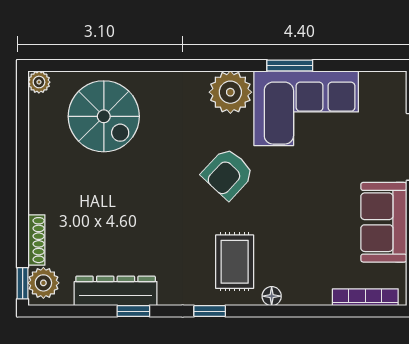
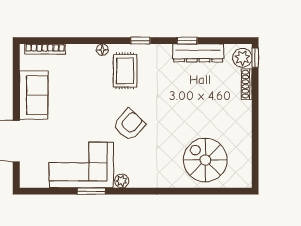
plant: (39, 82) -> (245, 181), removed
plant: (230, 92) -> (122, 181), width x0.53, depth x0.53

